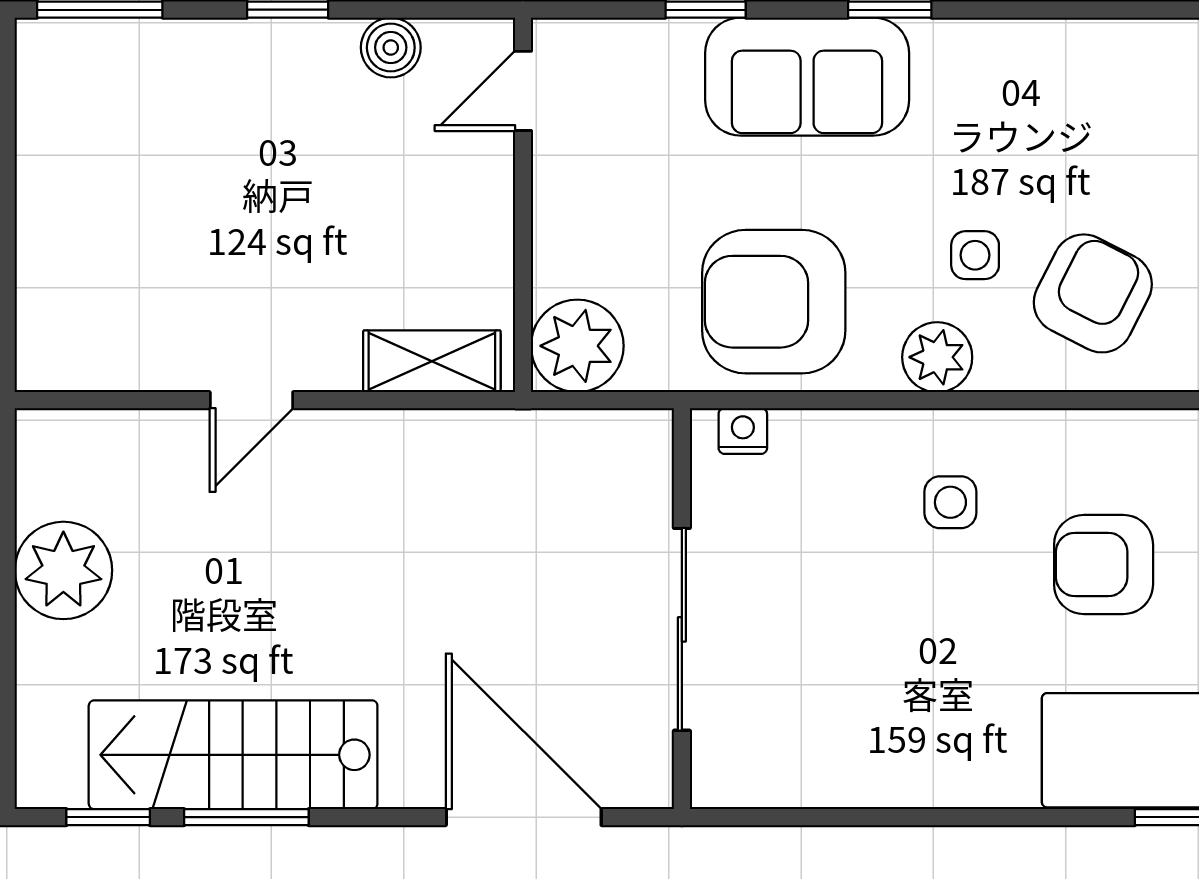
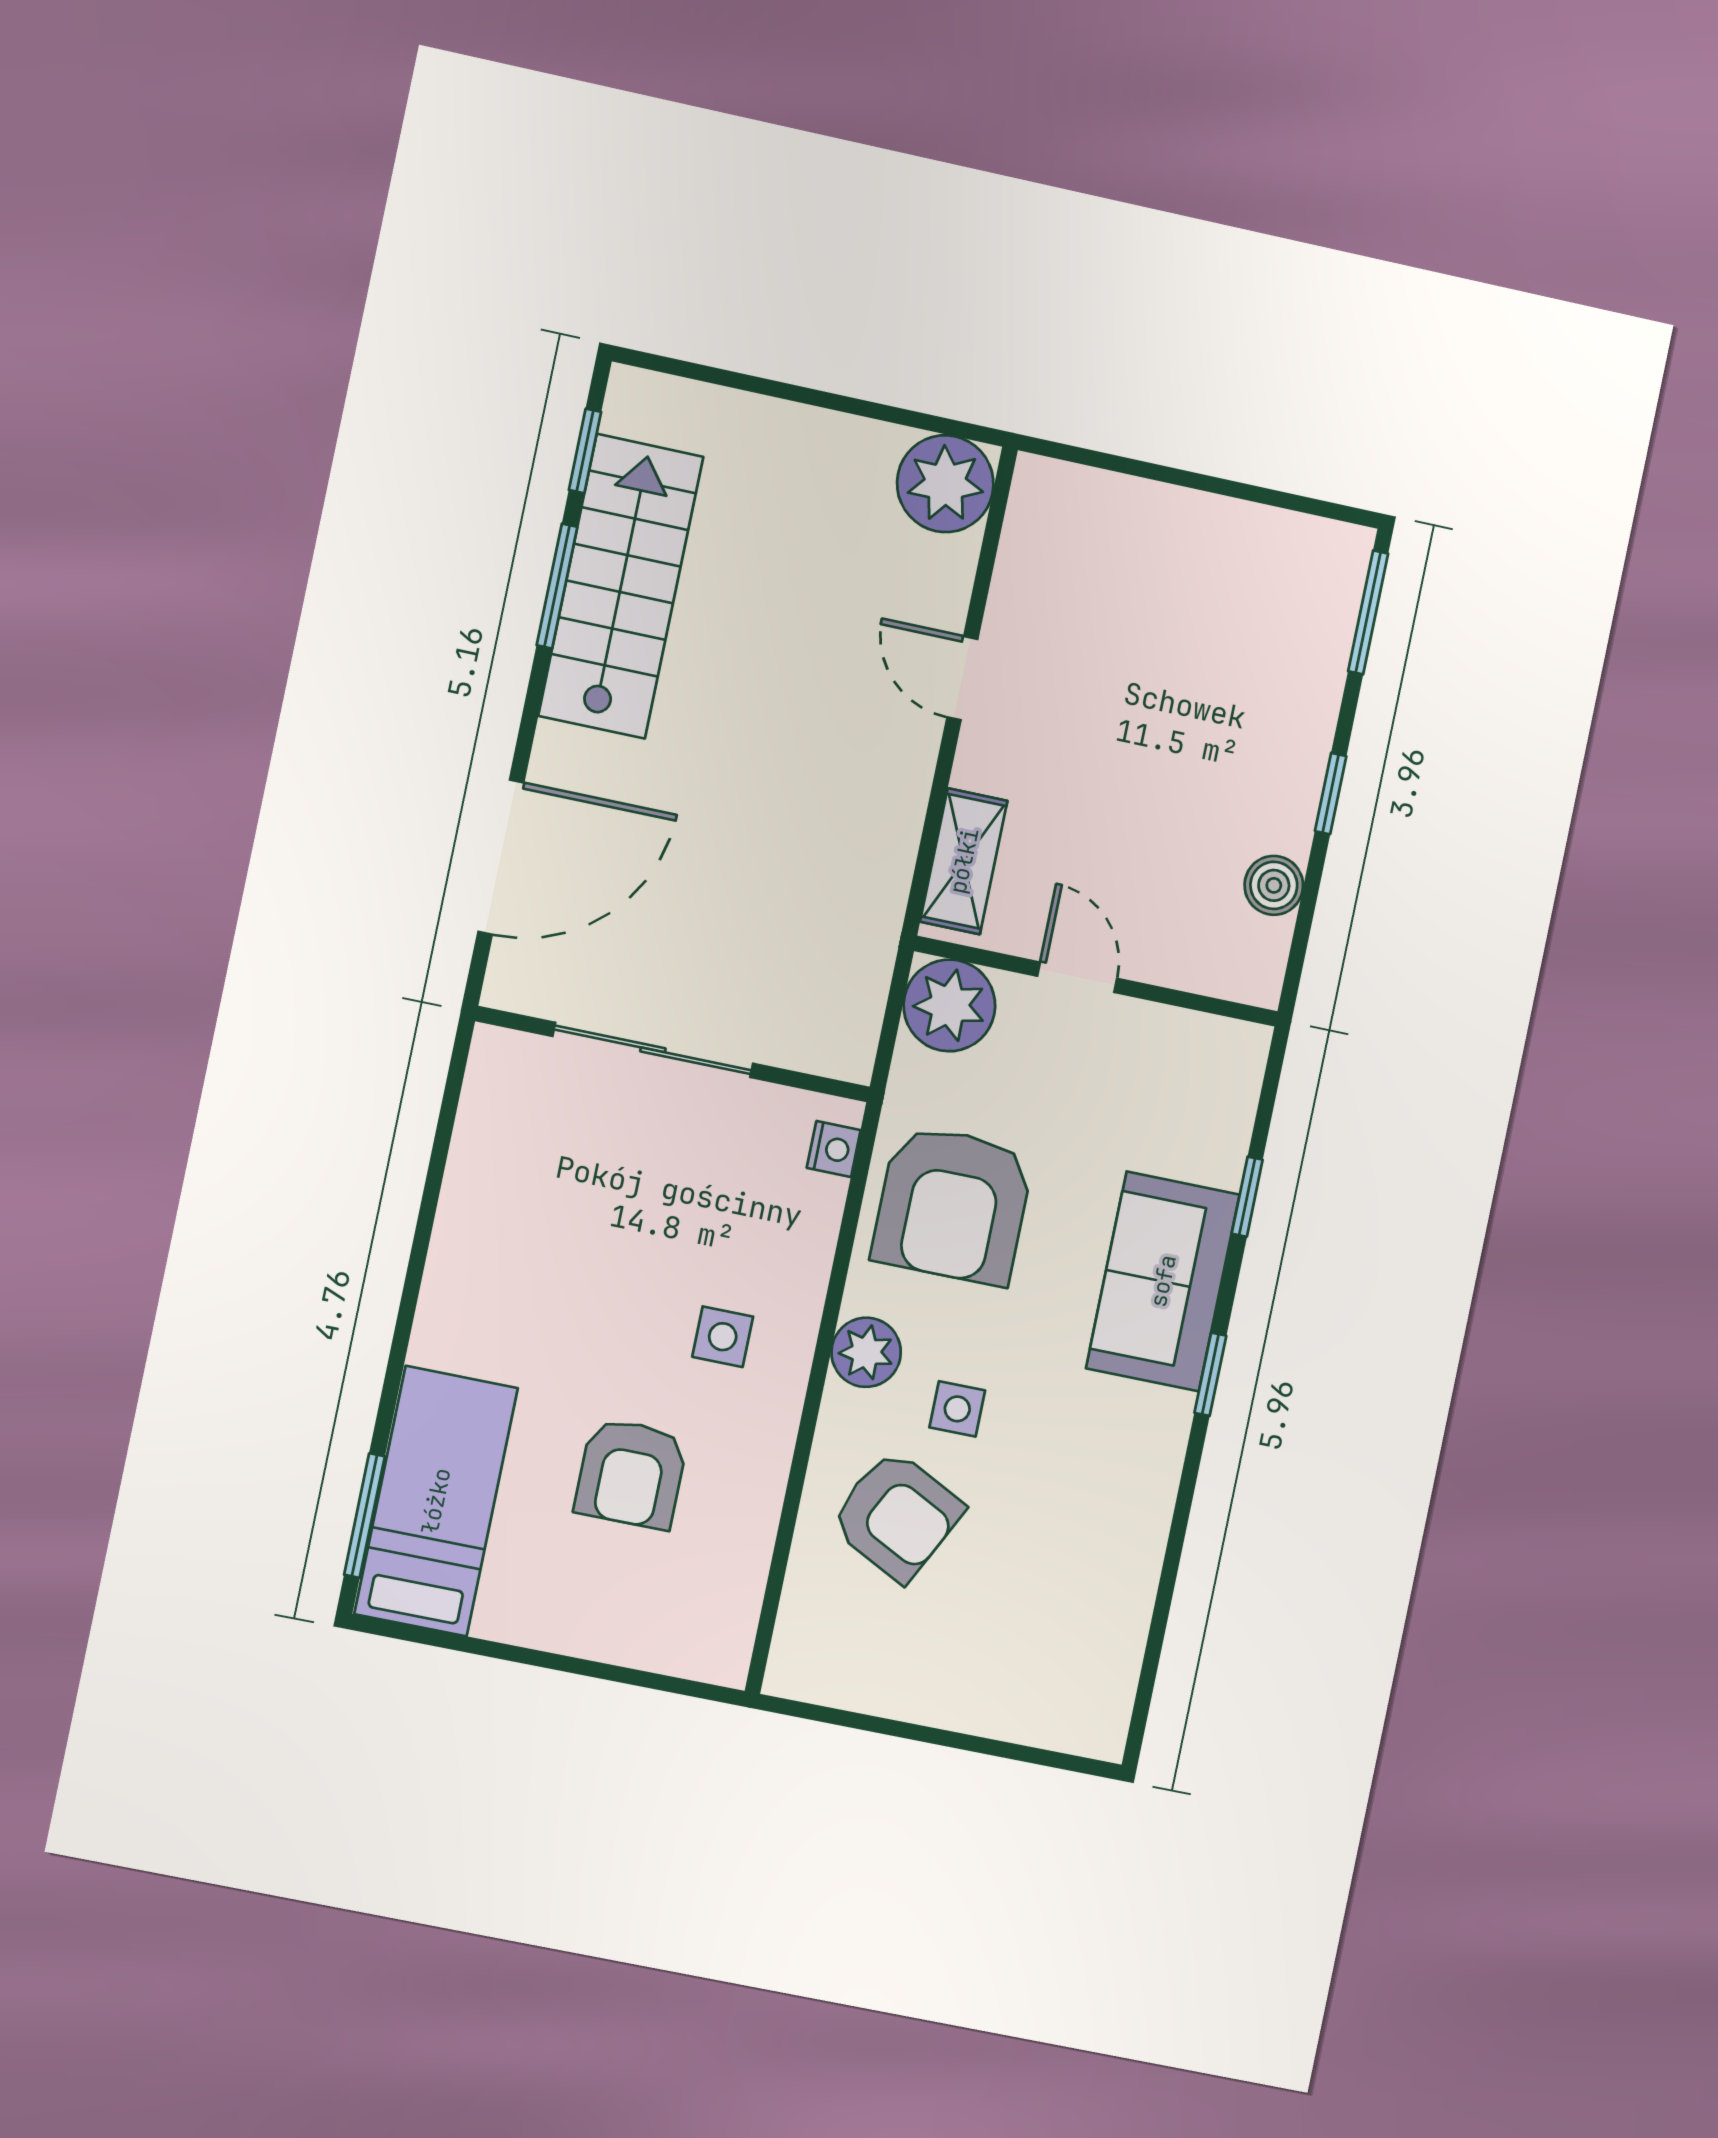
door: (523, 91) -> (1077, 977), moved
armchair: (774, 302) -> (953, 1205), turned 180
armchair: (1104, 565) -> (631, 1473), turned 180
plant: (63, 570) -> (945, 484), moved

